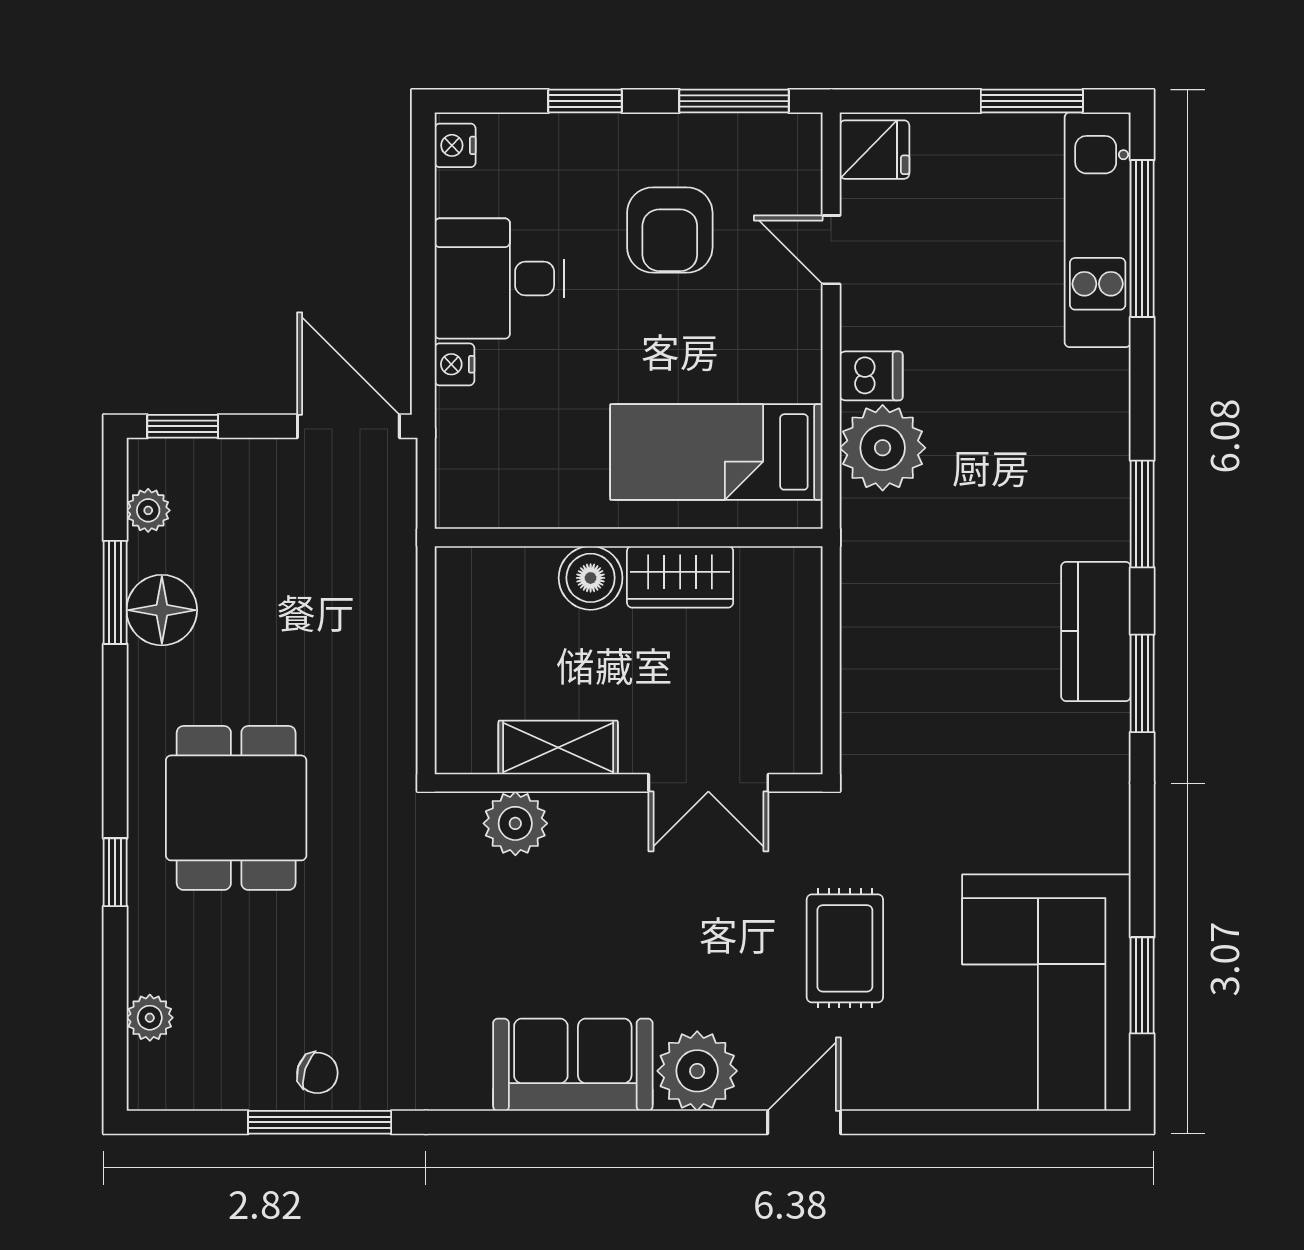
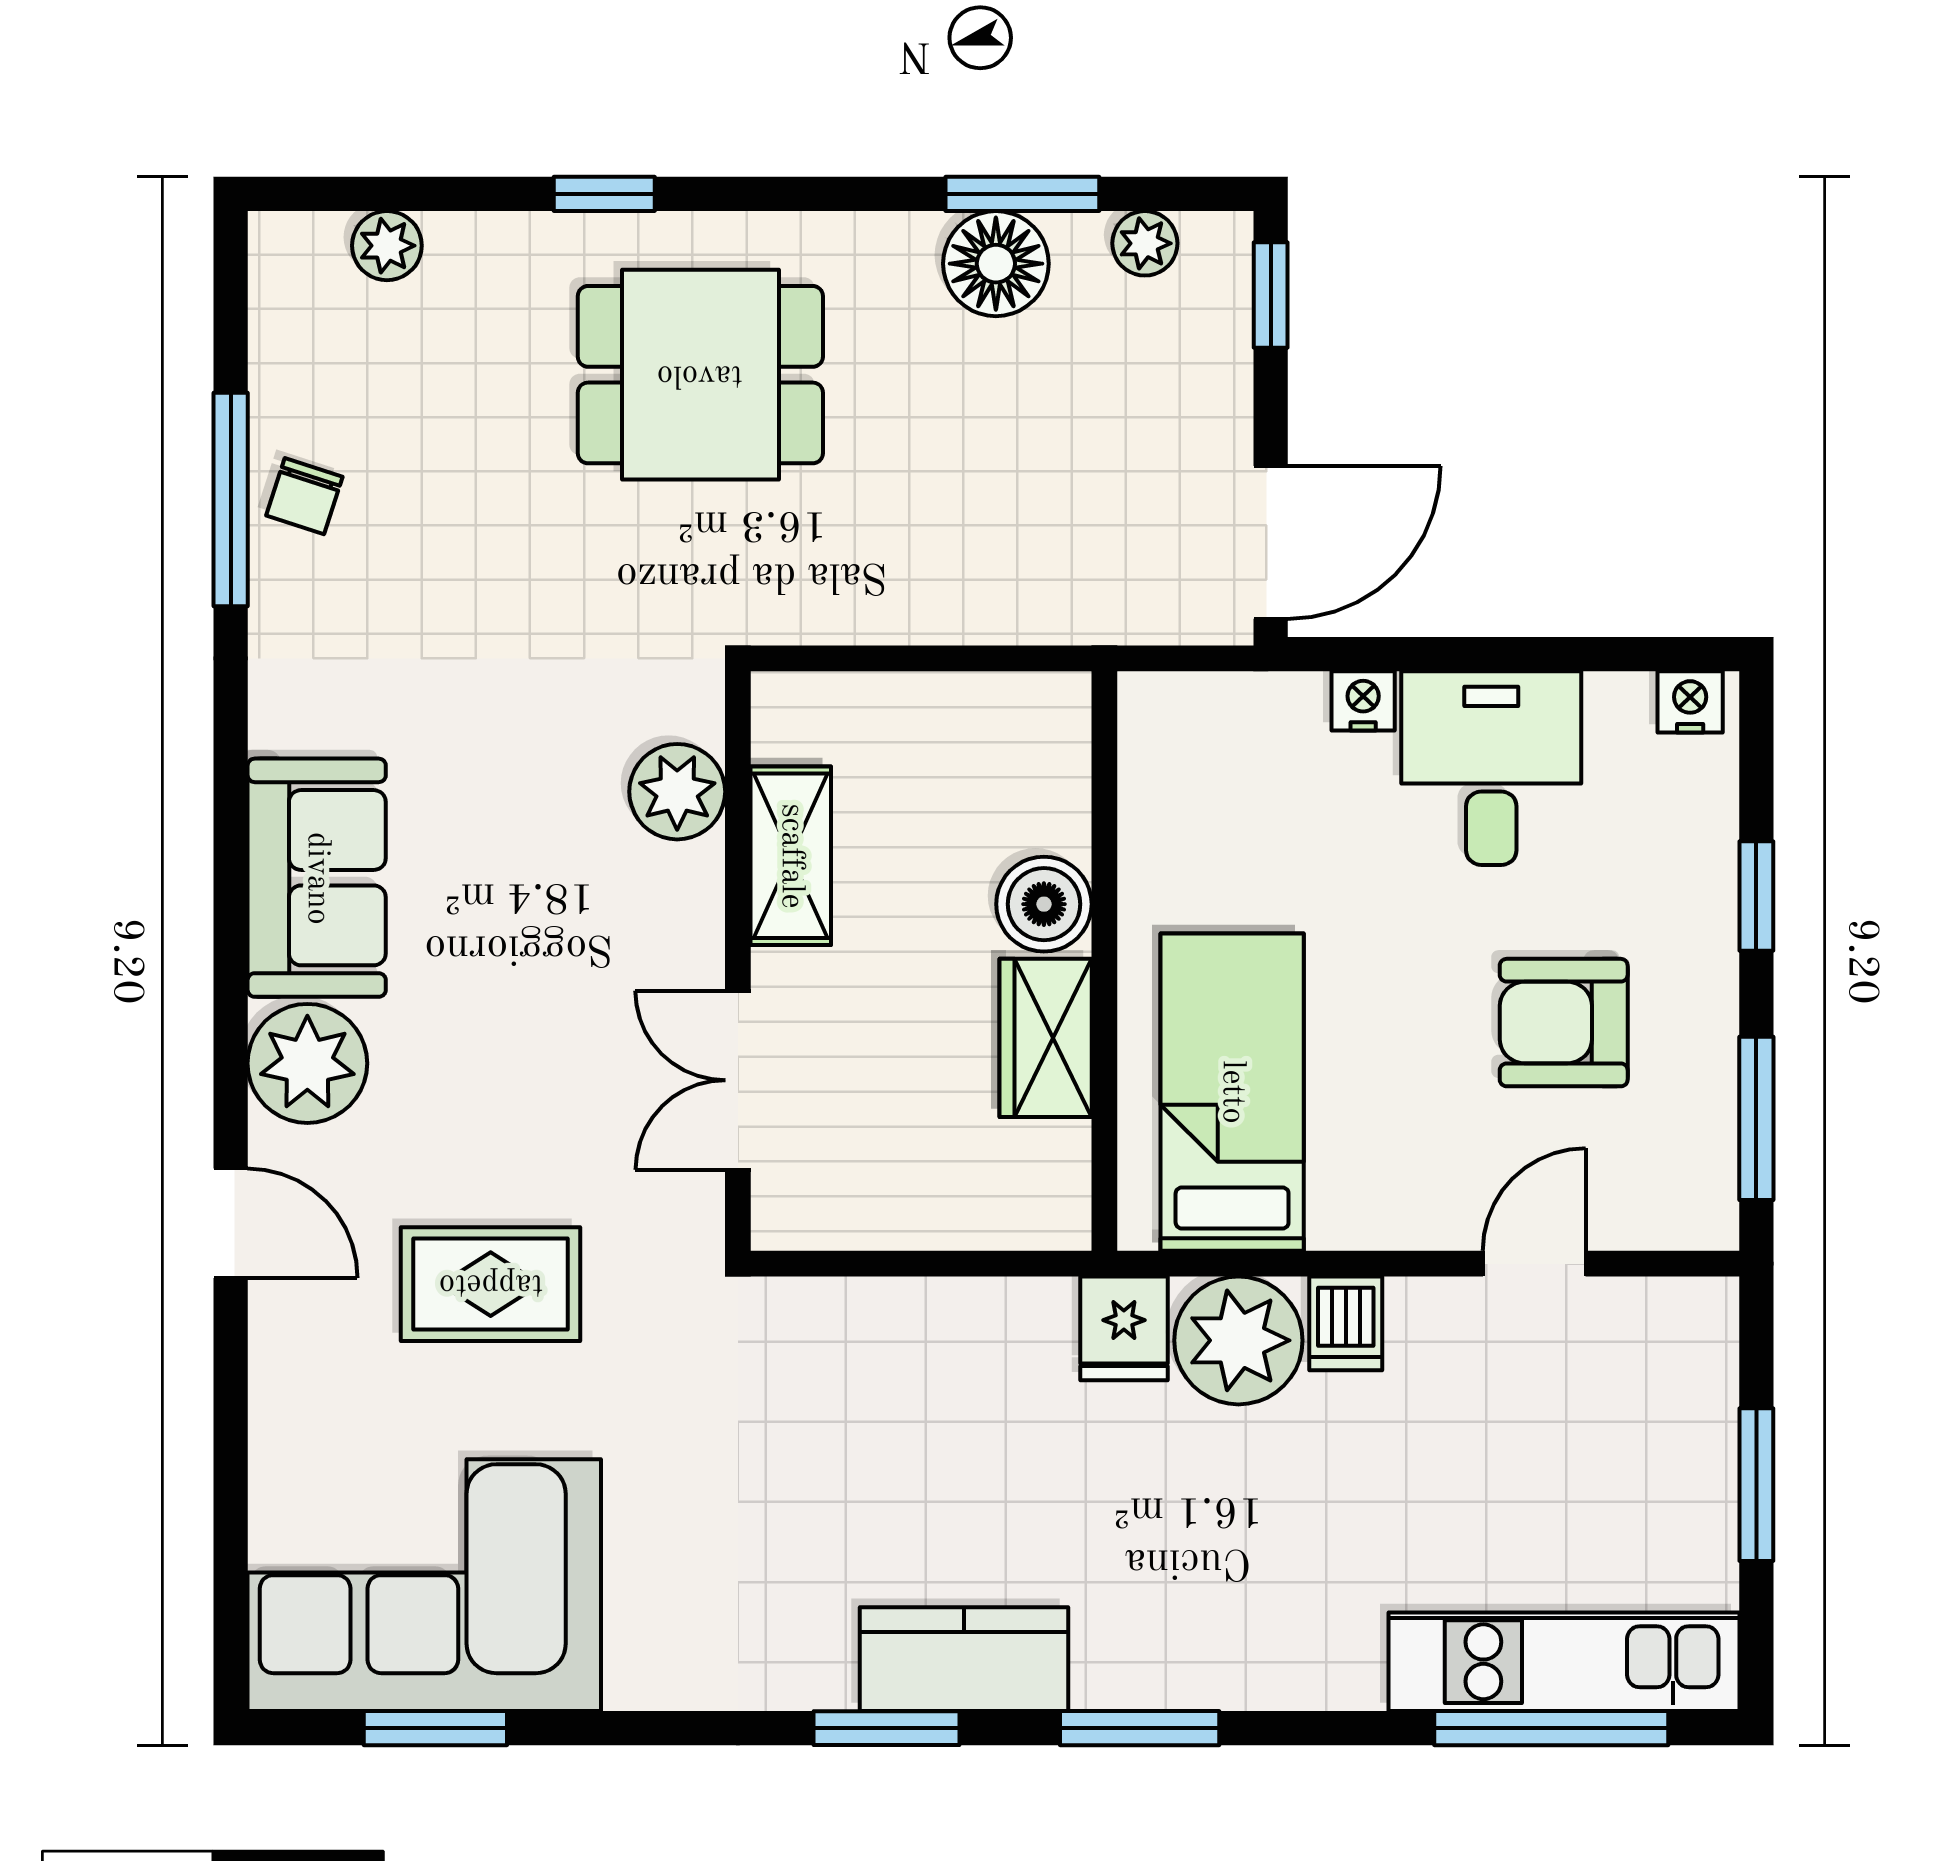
window: (1032, 101) -> (1756, 1485), moved
fridge: (875, 150) -> (1124, 1328), moved

